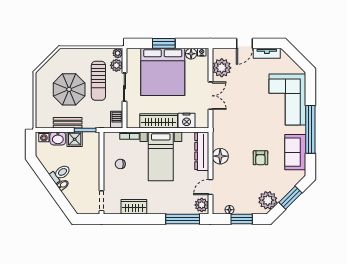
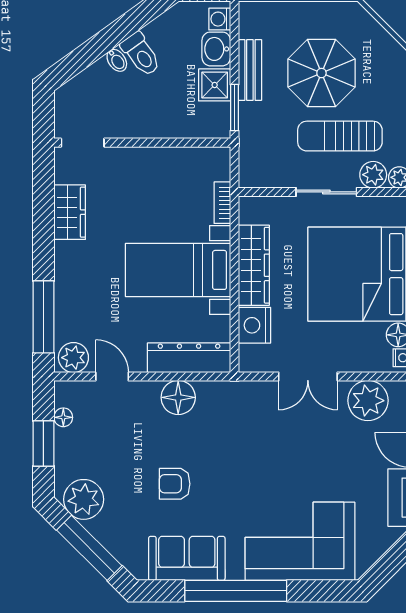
barbecue: (117, 120) -> (257, 175), removed
chair: (120, 164) -> (161, 183), removed
window: (290, 198) -> (89, 548), width x1.44

